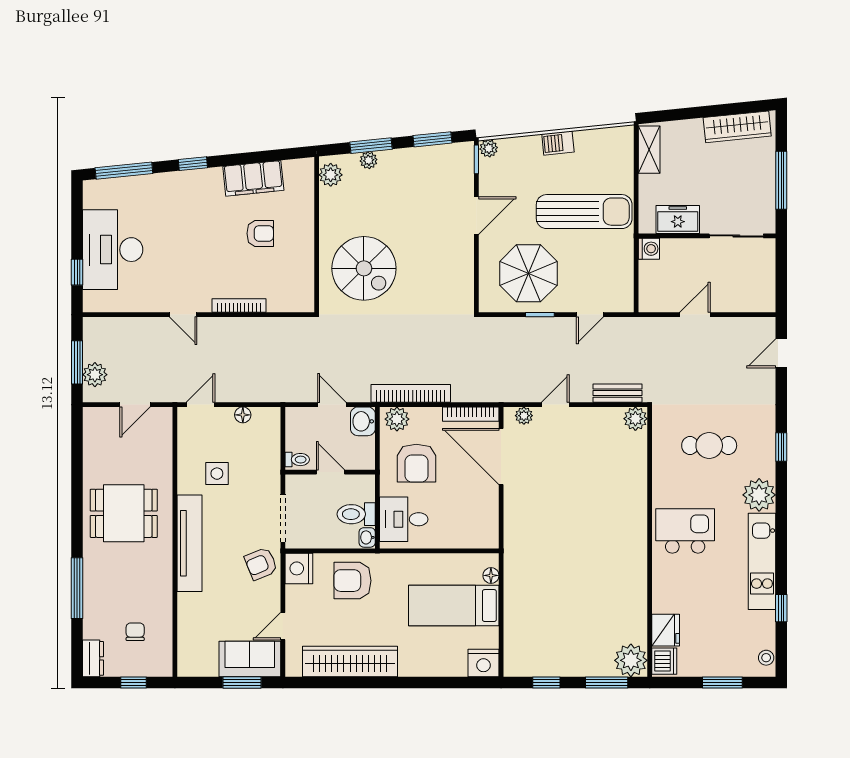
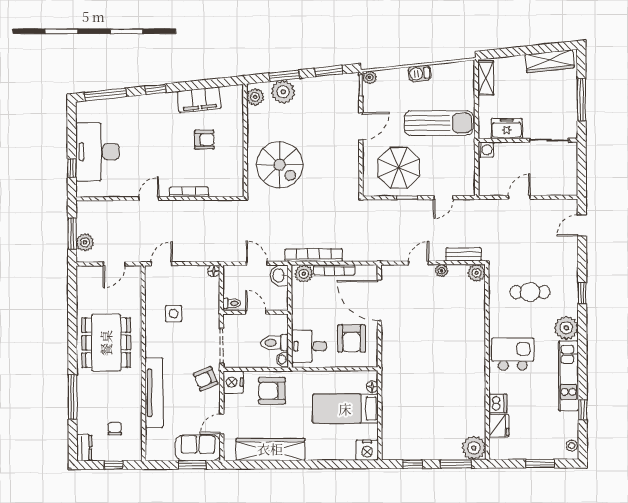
plant: (369, 160) -> (283, 92), width x1.88, depth x1.88
door: (183, 315) -> (149, 199), swing flipped
bookcase: (471, 414) -> (334, 270), moved
floor lamp: (243, 415) -> (214, 271), moved
plant: (524, 416) -> (442, 271), moved
armchair: (416, 463) -> (352, 338), moved
dining table: (124, 513) -> (106, 343), width x1.38
tv unit: (190, 543) -> (154, 393), moved
dishwasher: (664, 661) -> (498, 403), moved

